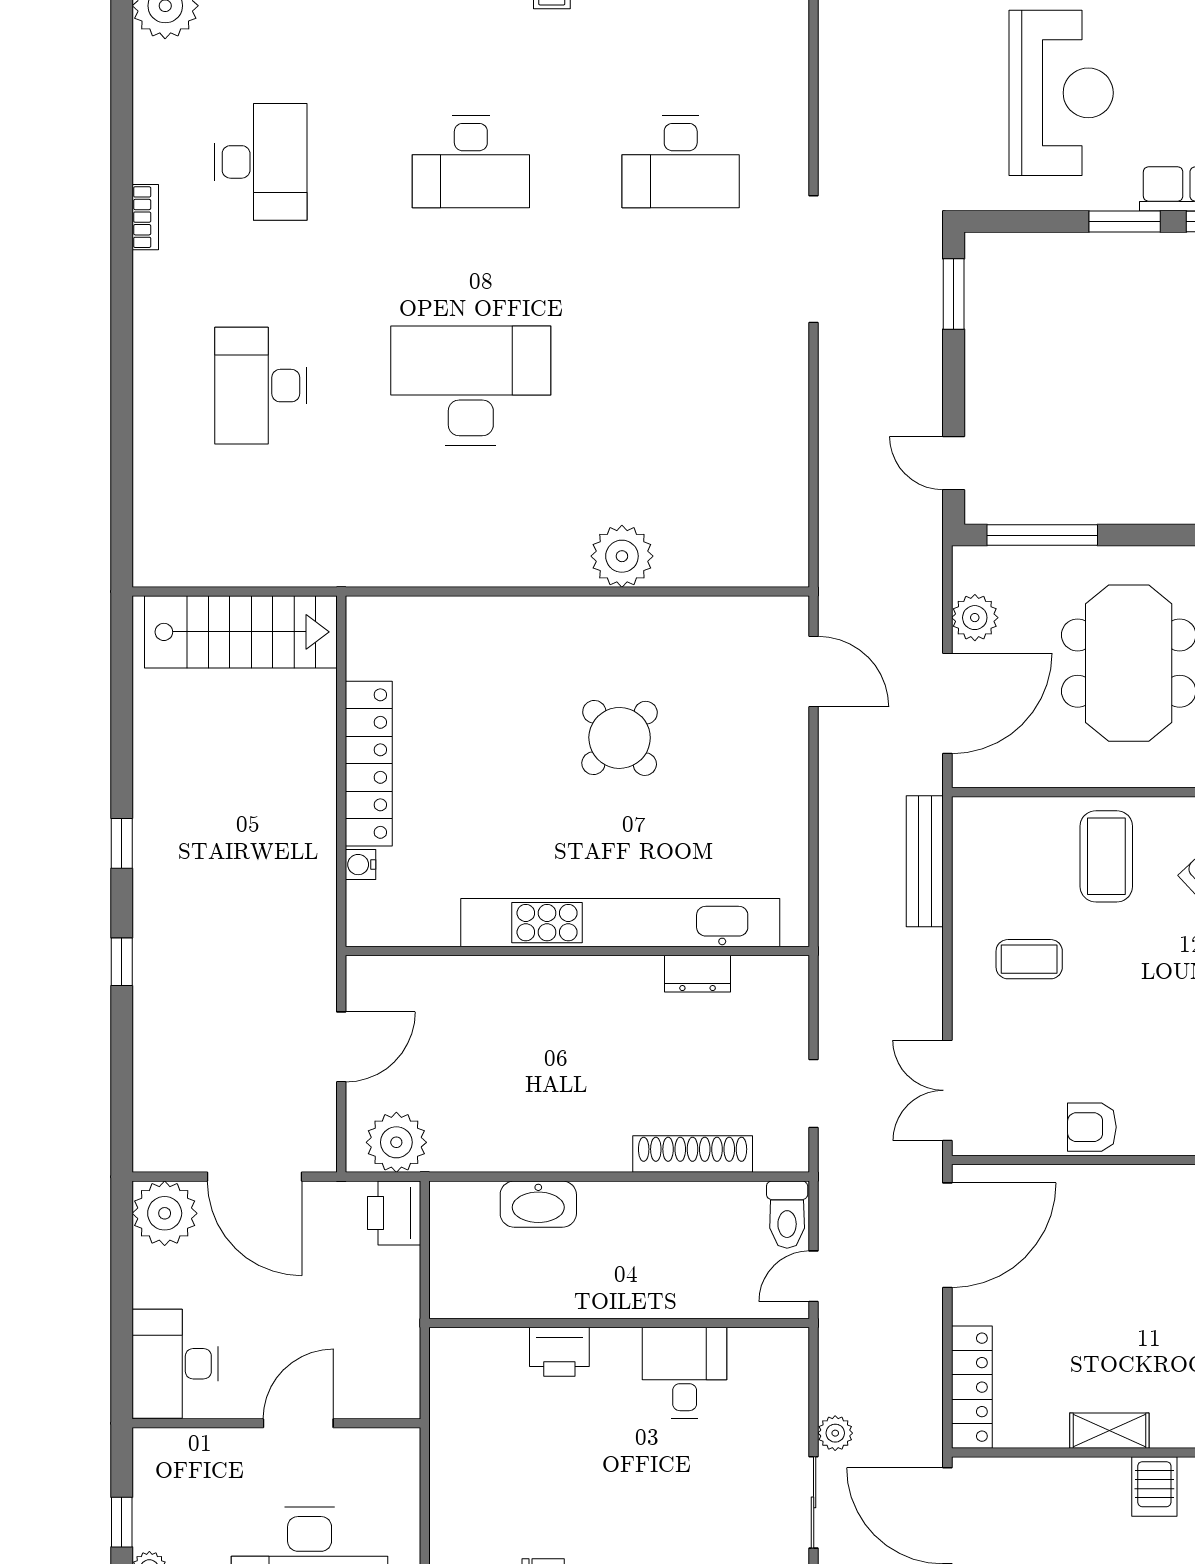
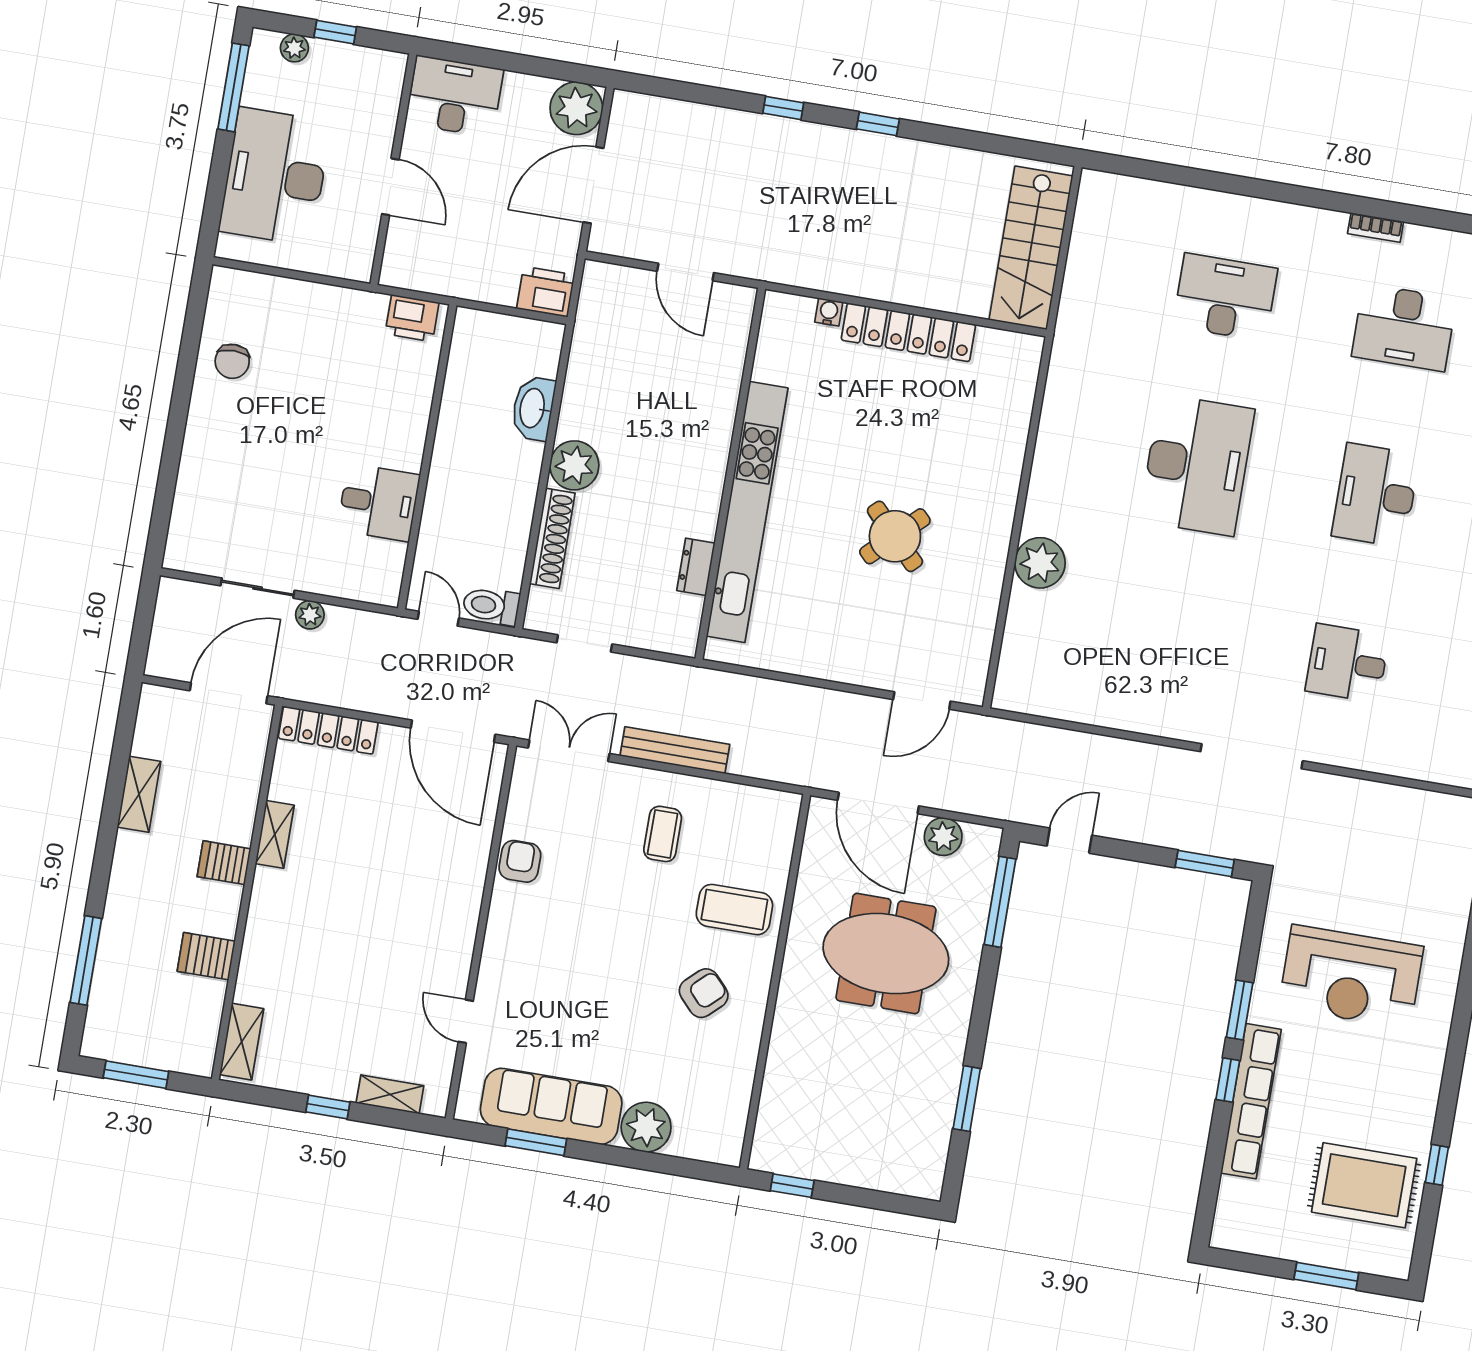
desk: (681, 162) -> (1347, 663), width x0.73
bench: (925, 861) -> (675, 750), moved
plant: (396, 1142) -> (574, 465), moved
printer: (559, 1352) -> (412, 318), moved, turned -90

